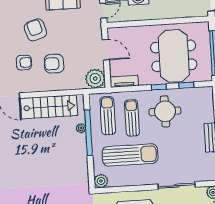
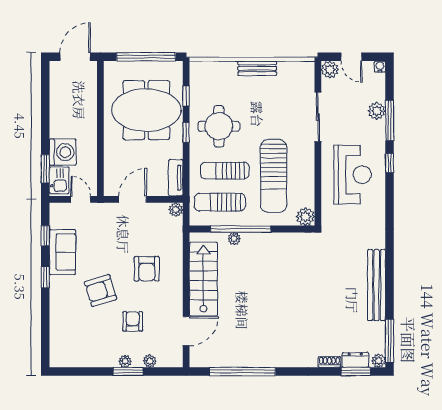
armchair: (24, 63) -> (133, 321), moved
plant: (95, 79) -> (176, 210), width x0.53, depth x0.53
sun lounger: (130, 155) -> (274, 176), turned 180

